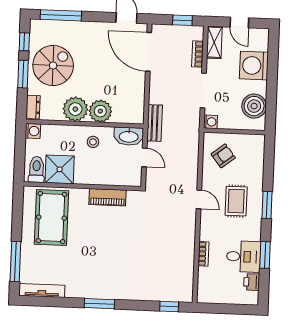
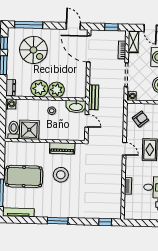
spiral stairs: (53, 65) -> (33, 50), moved, turned 90
pool table: (51, 218) -> (24, 176), moved, turned 90
stool: (105, 236) -> (61, 175), added

